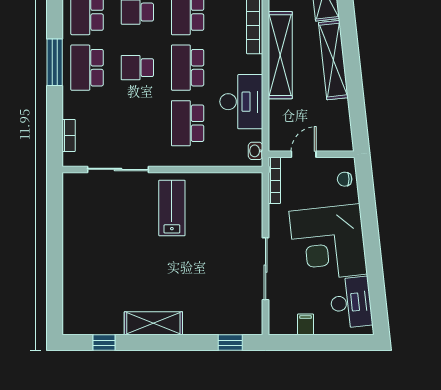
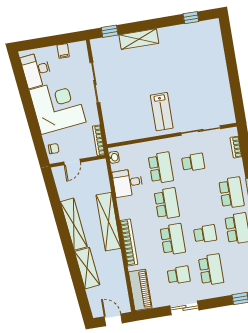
school desk: (137, 68) -> (193, 162), moved
desk: (241, 102) -> (128, 183), width x0.73
door: (304, 154) -> (72, 162), moved
shelving: (153, 323) -> (139, 39), moved

